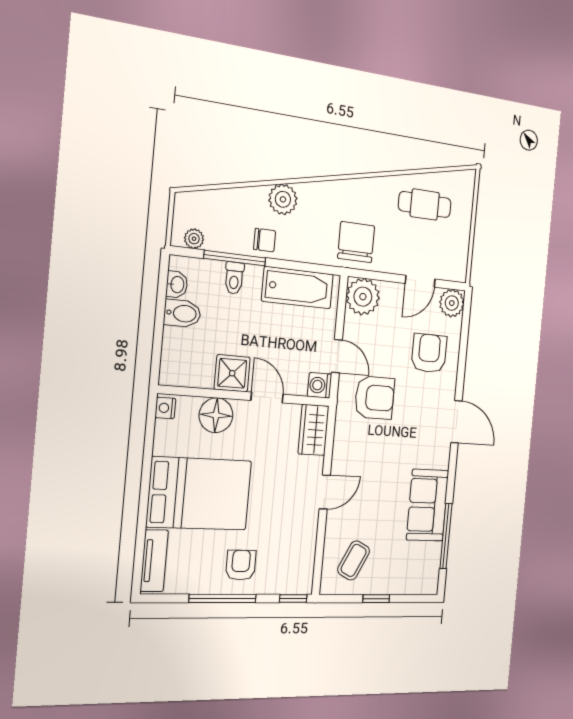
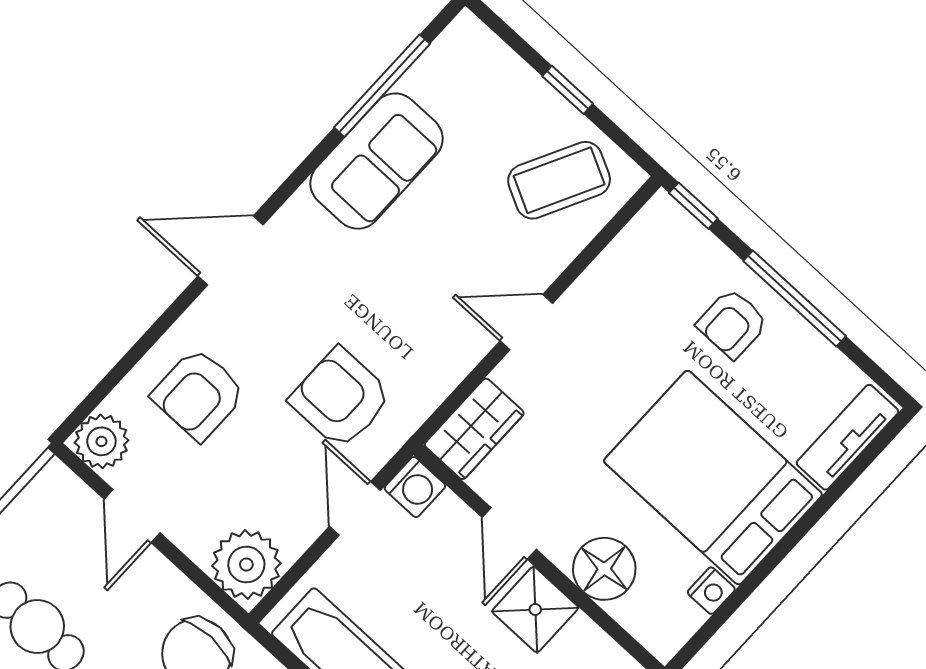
door: (420, 281) -> (132, 516), swing flipped
nightstand: (165, 408) -> (711, 591), moved
door: (456, 422) -> (231, 250), hinge flipped
coffee table: (354, 560) -> (559, 180), width x1.36, depth x1.30

